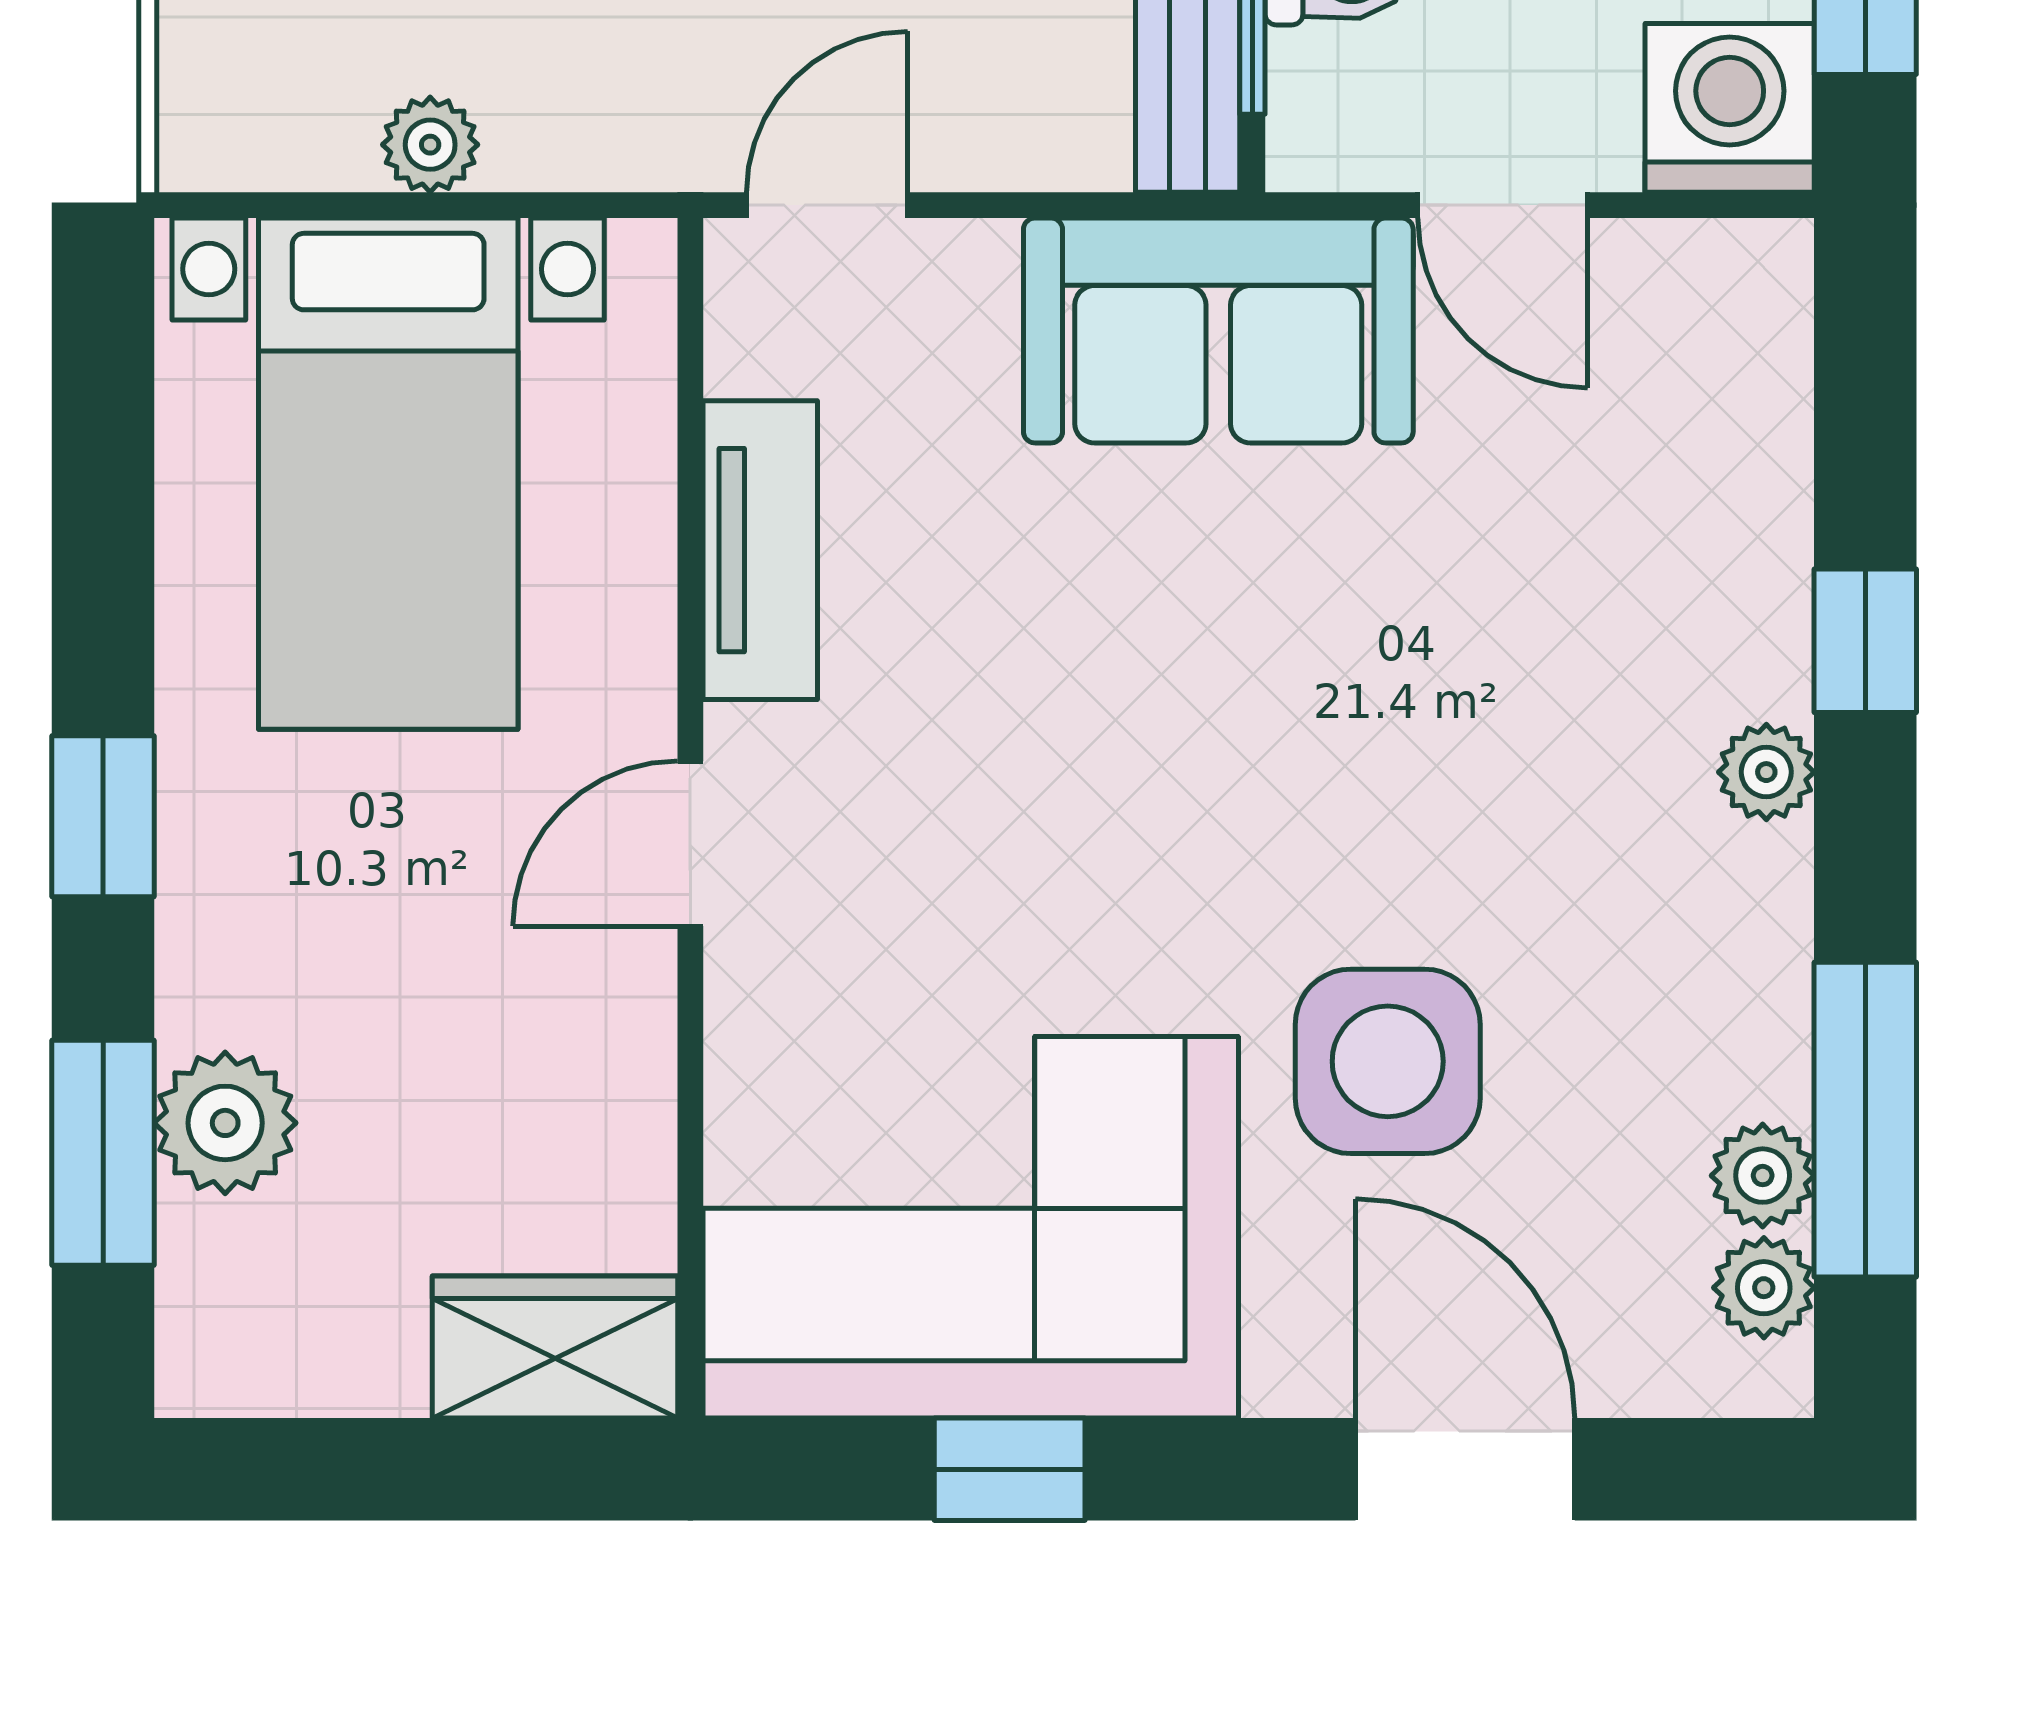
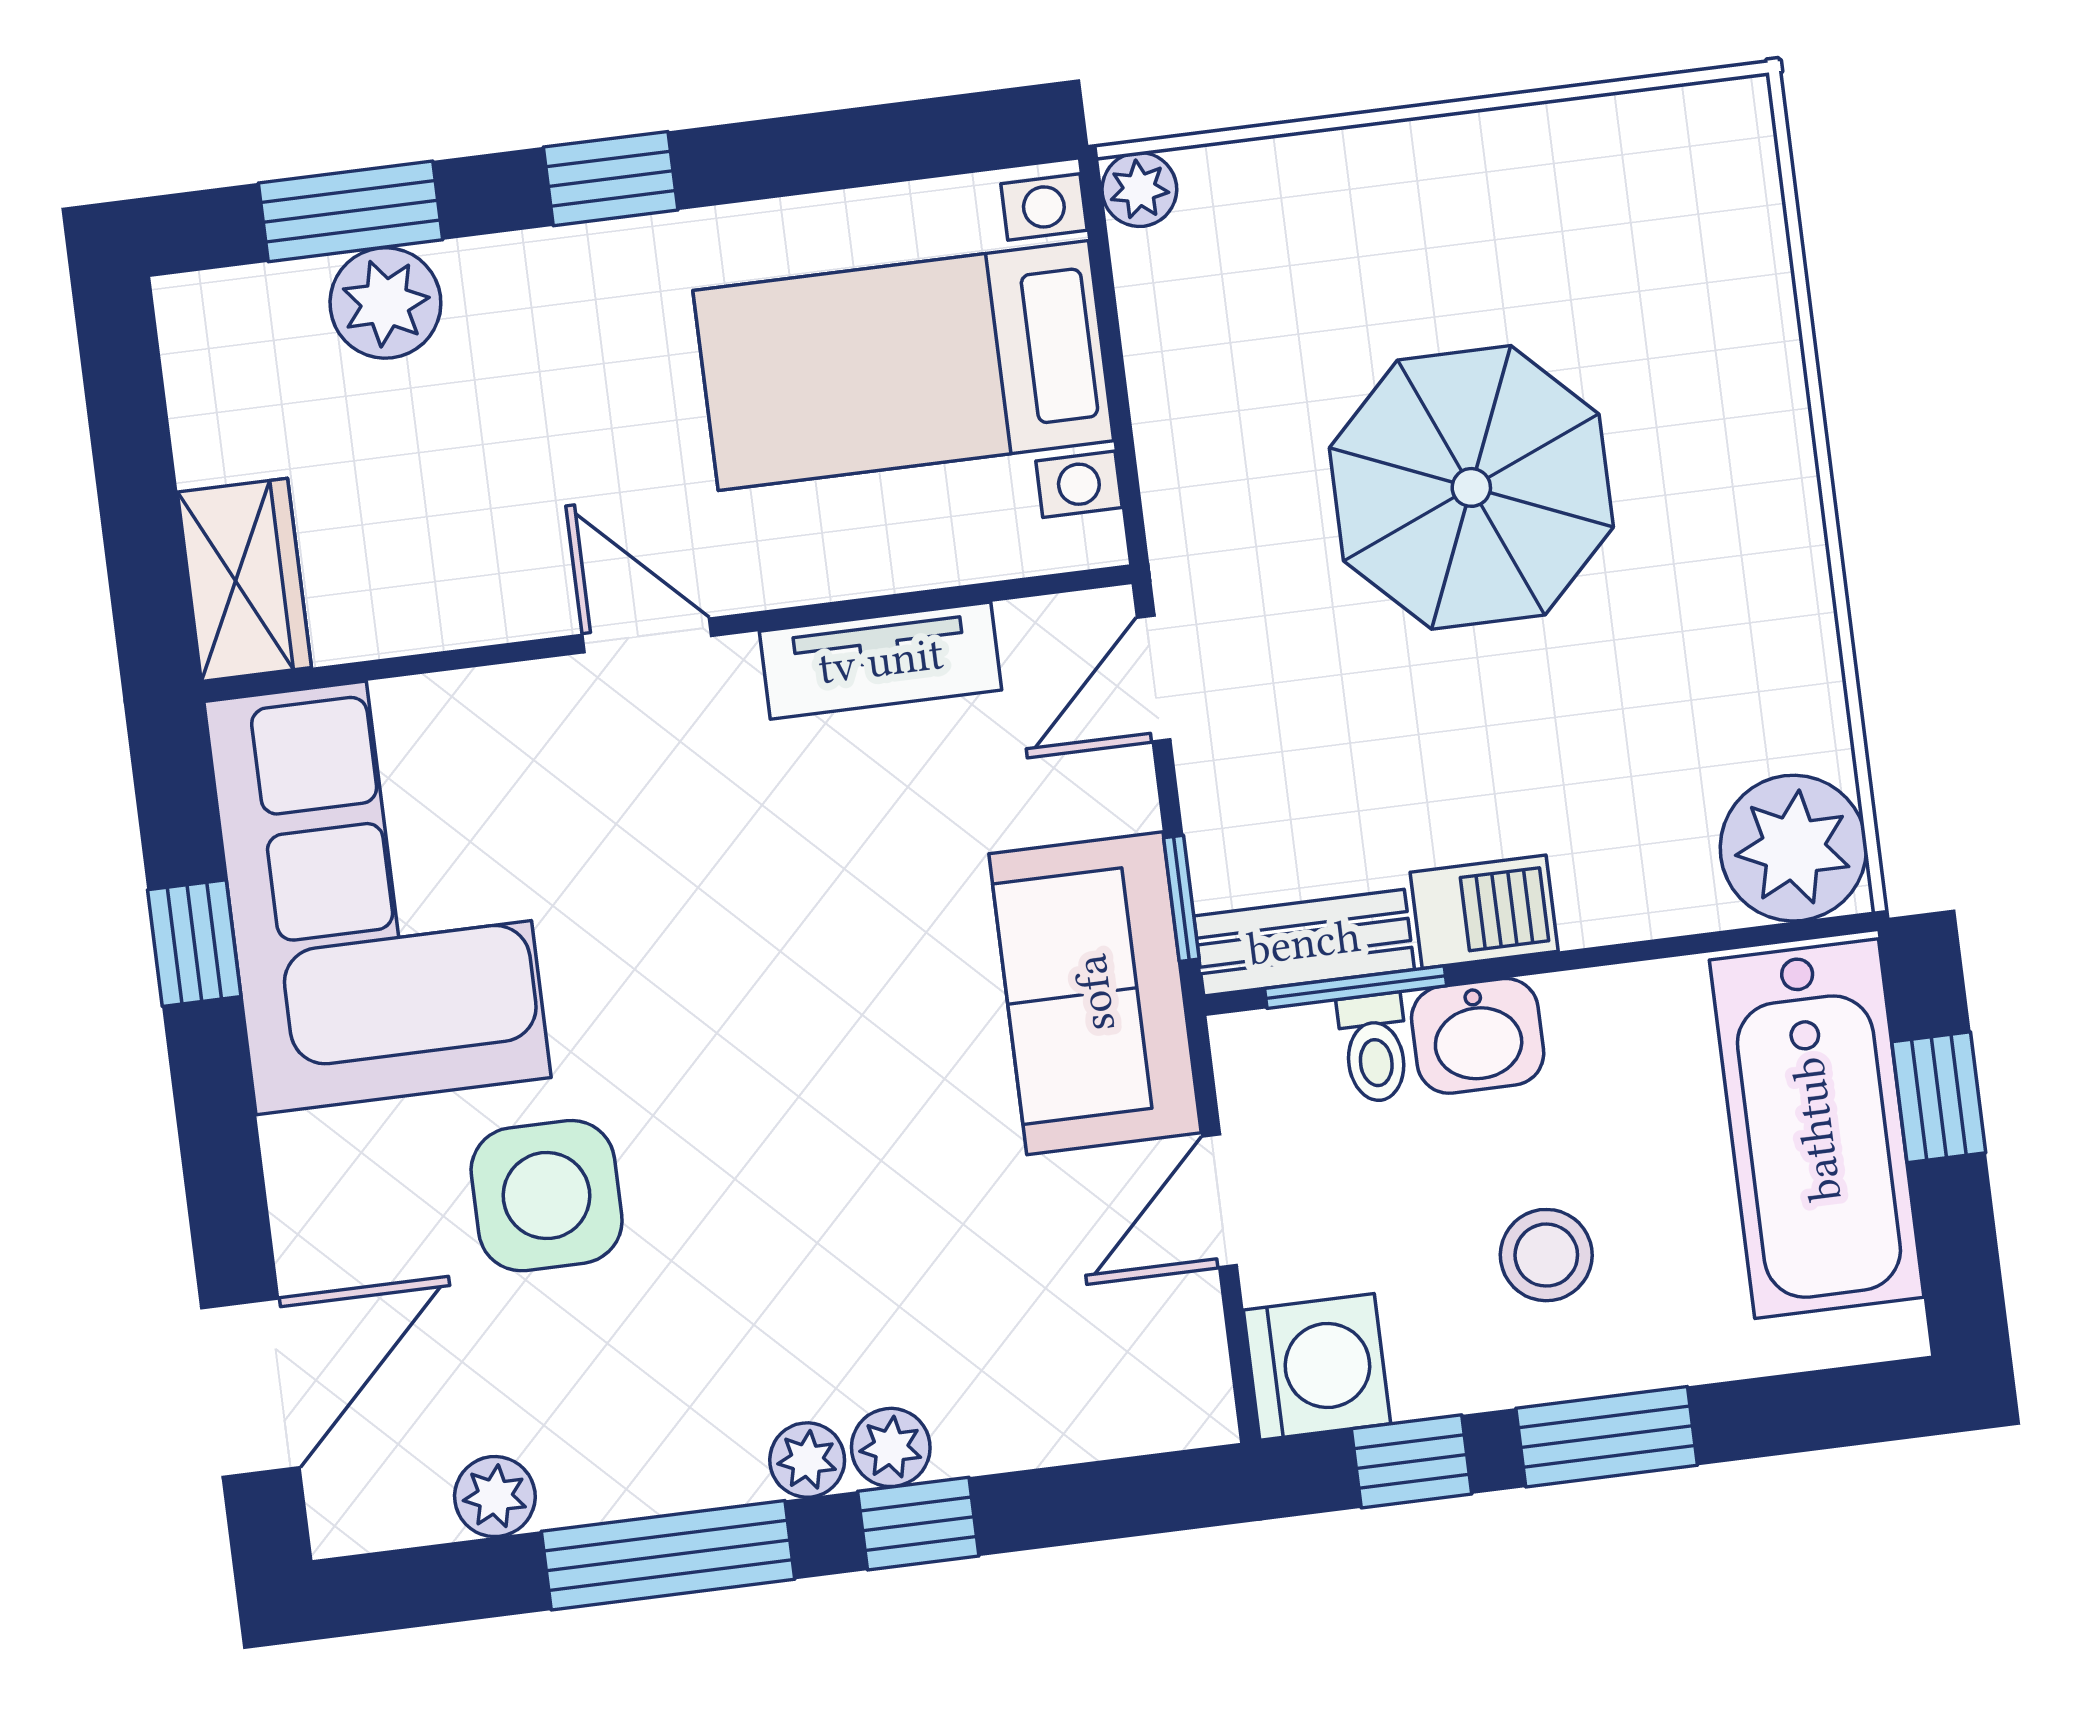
plant: (430, 145) -> (1139, 189), moved
door: (827, 205) -> (1154, 679), swing flipped
window: (1111, 205) -> (1181, 898), added
window: (1865, 1120) -> (668, 1555), moved
plant: (1764, 1288) -> (891, 1447), moved
door: (1465, 1469) -> (250, 1388), moved

